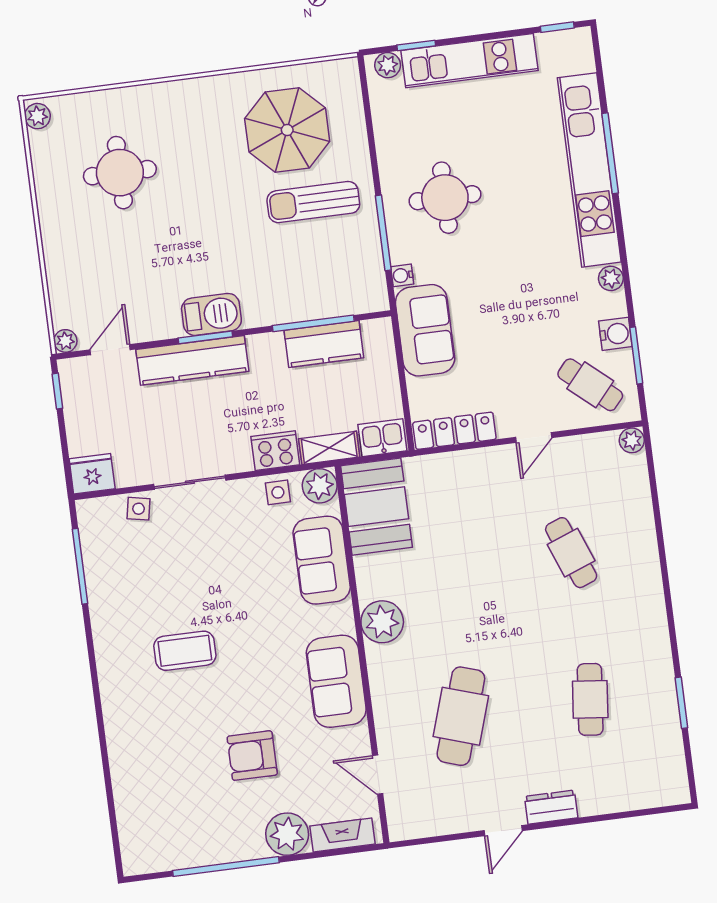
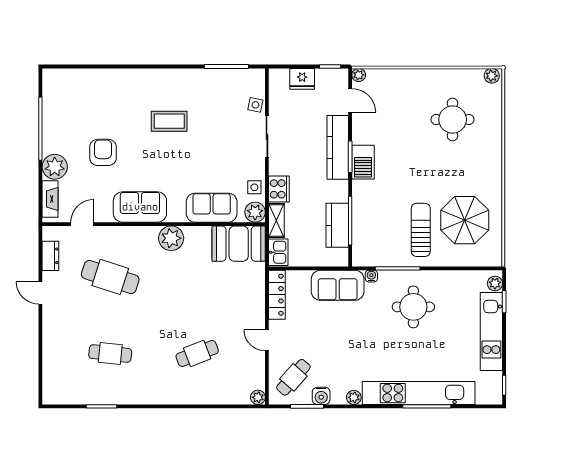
fridge: (92, 474) -> (302, 79), moved, turned 90
coffee table: (185, 651) -> (169, 121), turned 90
dresser: (551, 807) -> (50, 256), moved

